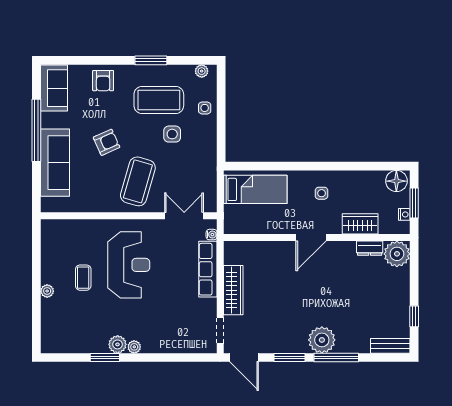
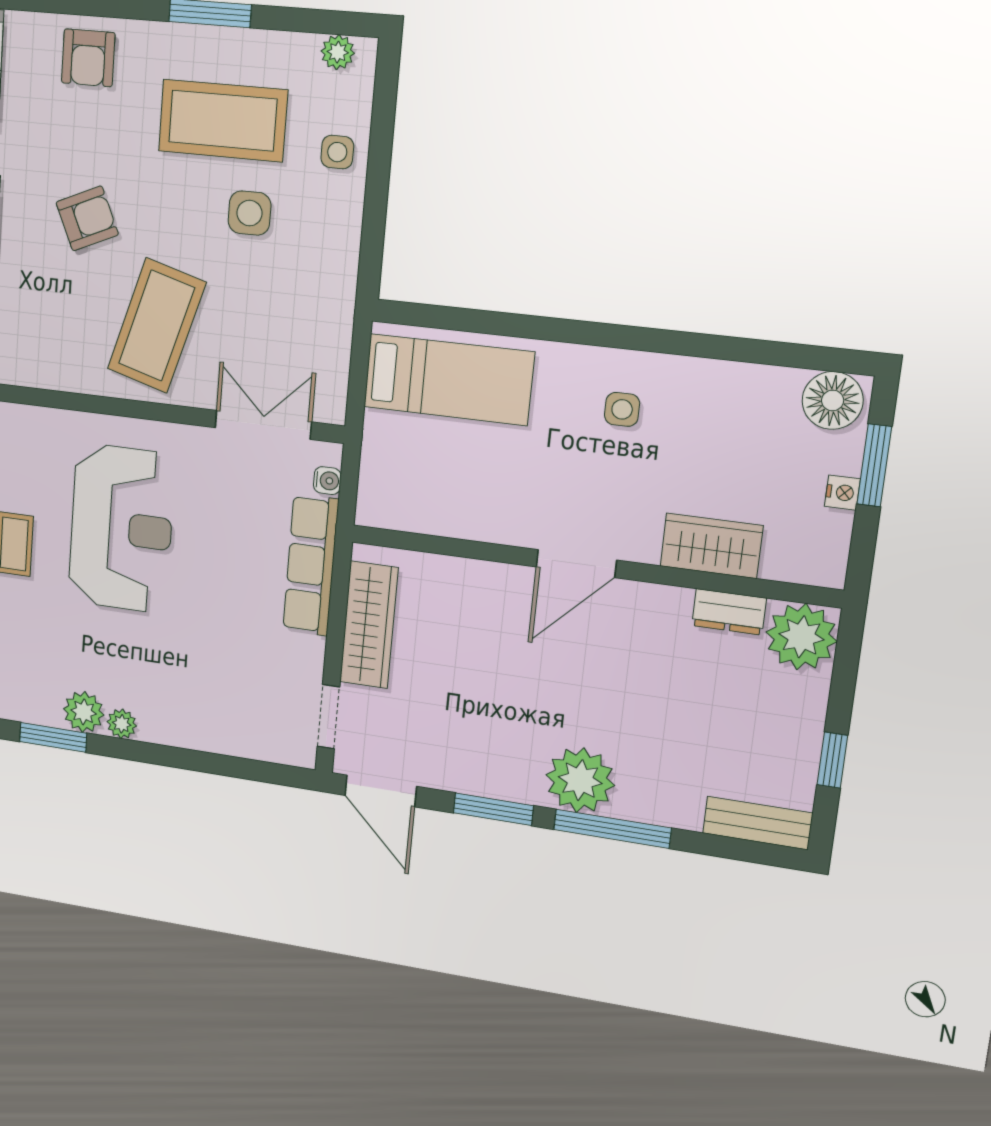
wardrobe: (360, 224) -> (711, 546), moved
door: (311, 237) -> (576, 564), moved
wall: (317, 237) -> (591, 566), moved
dresser: (370, 248) -> (729, 612), moved
plant: (397, 254) -> (801, 637), moved

